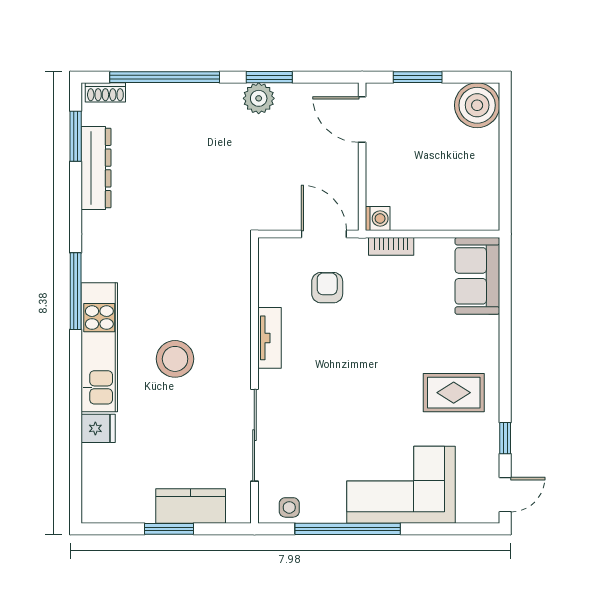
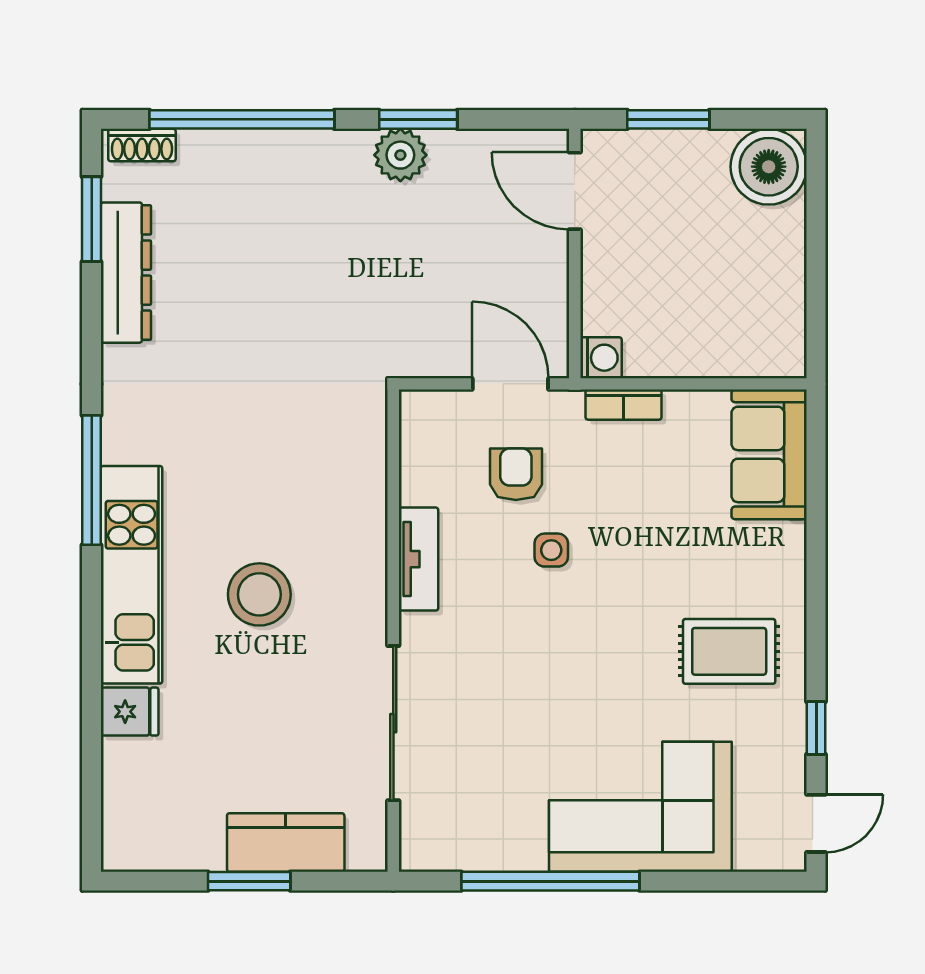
side table: (289, 507) -> (551, 550), moved

